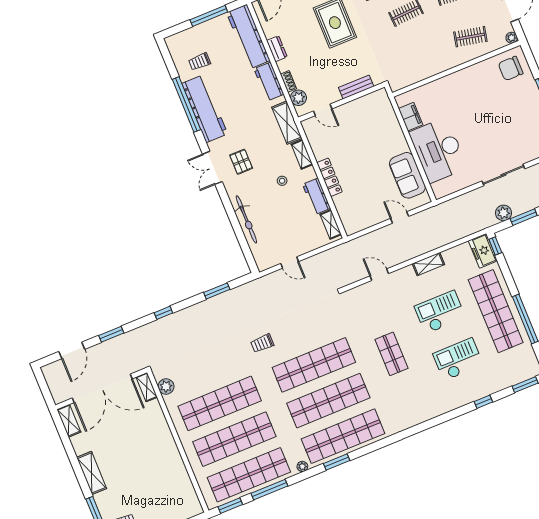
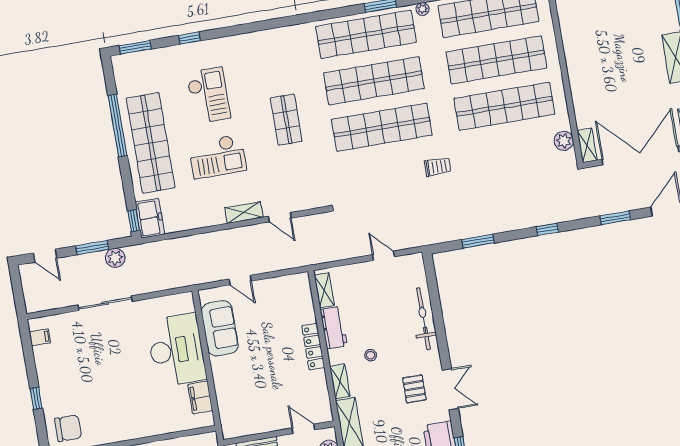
shelving: (428, 264) -> (244, 213), moved
checkout: (458, 359) -> (208, 95), turned -90

